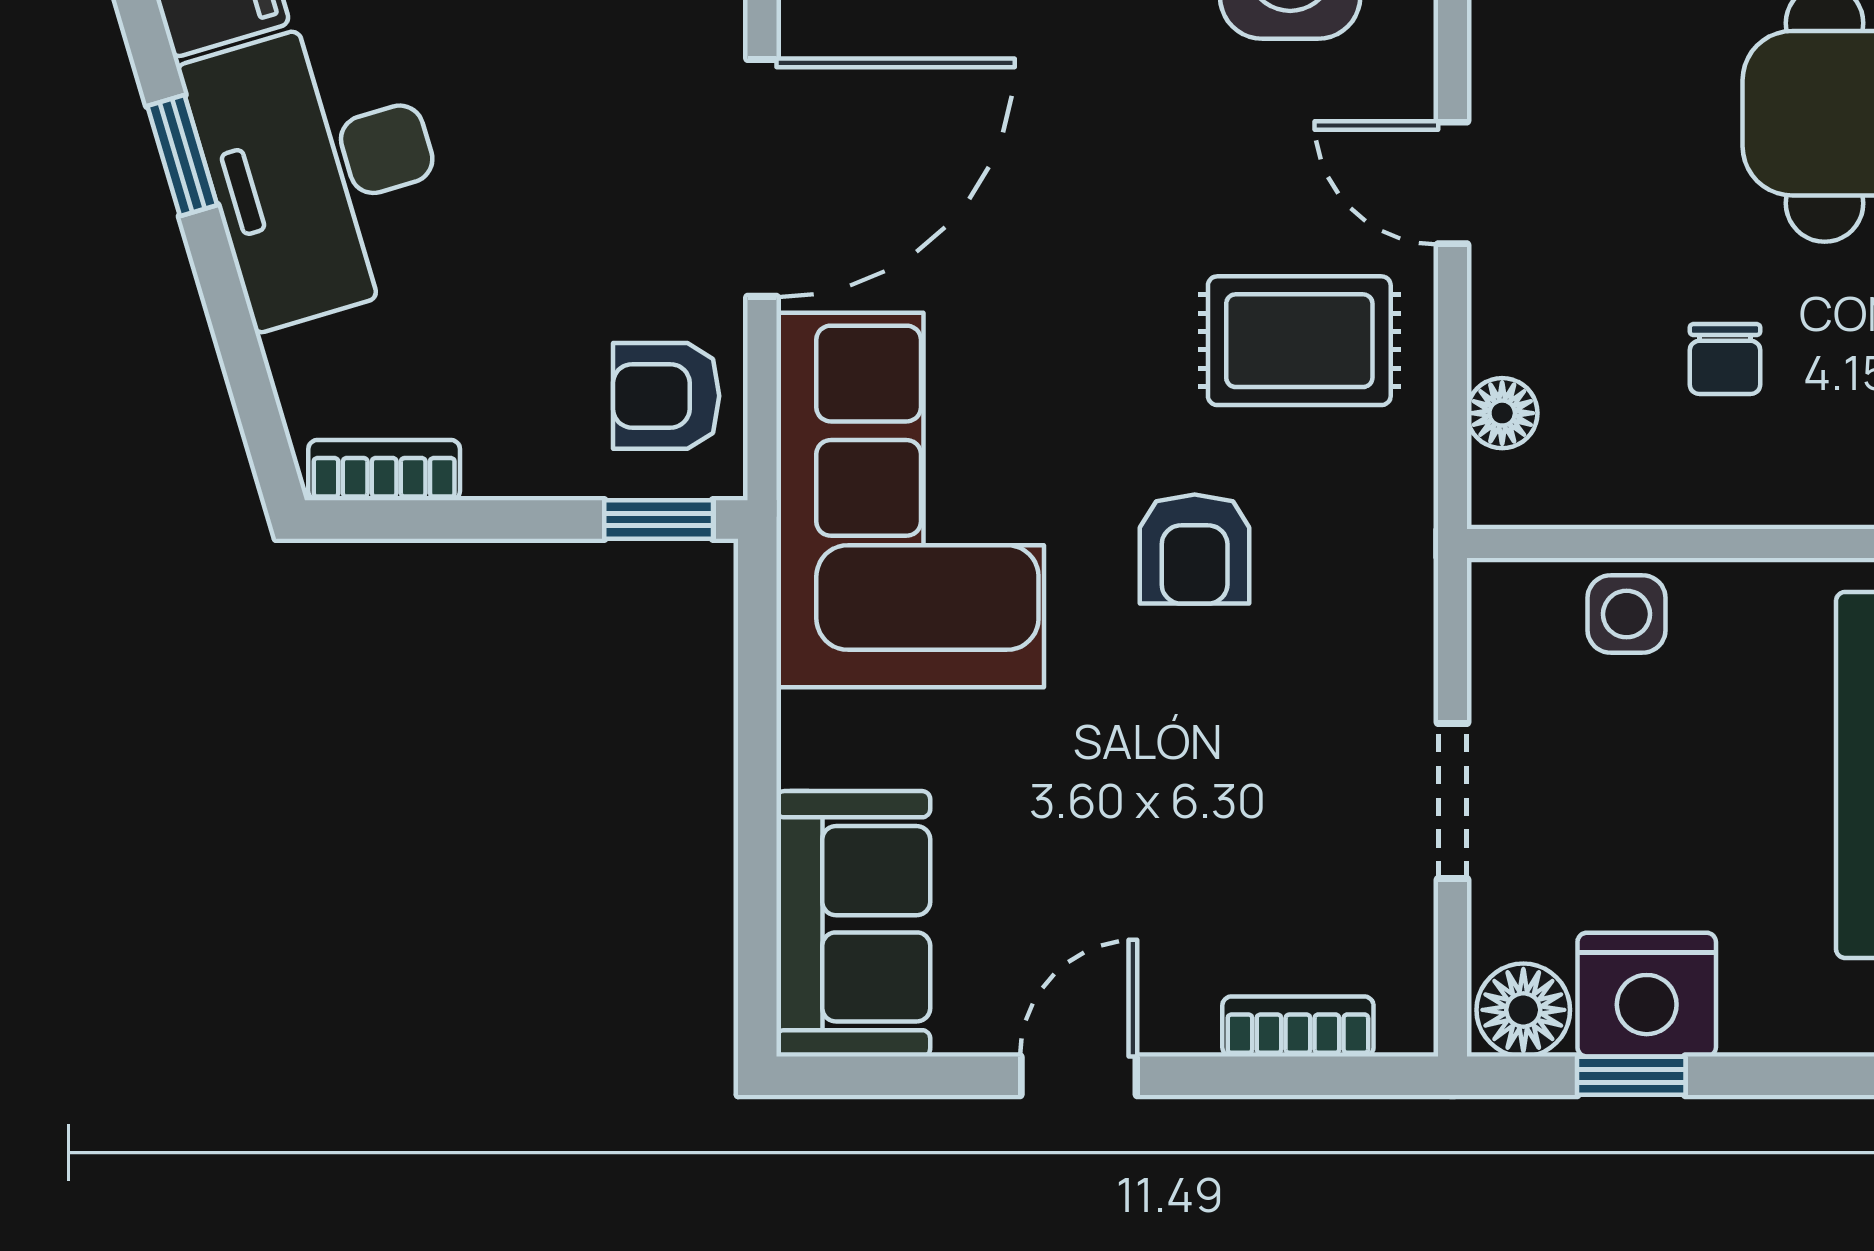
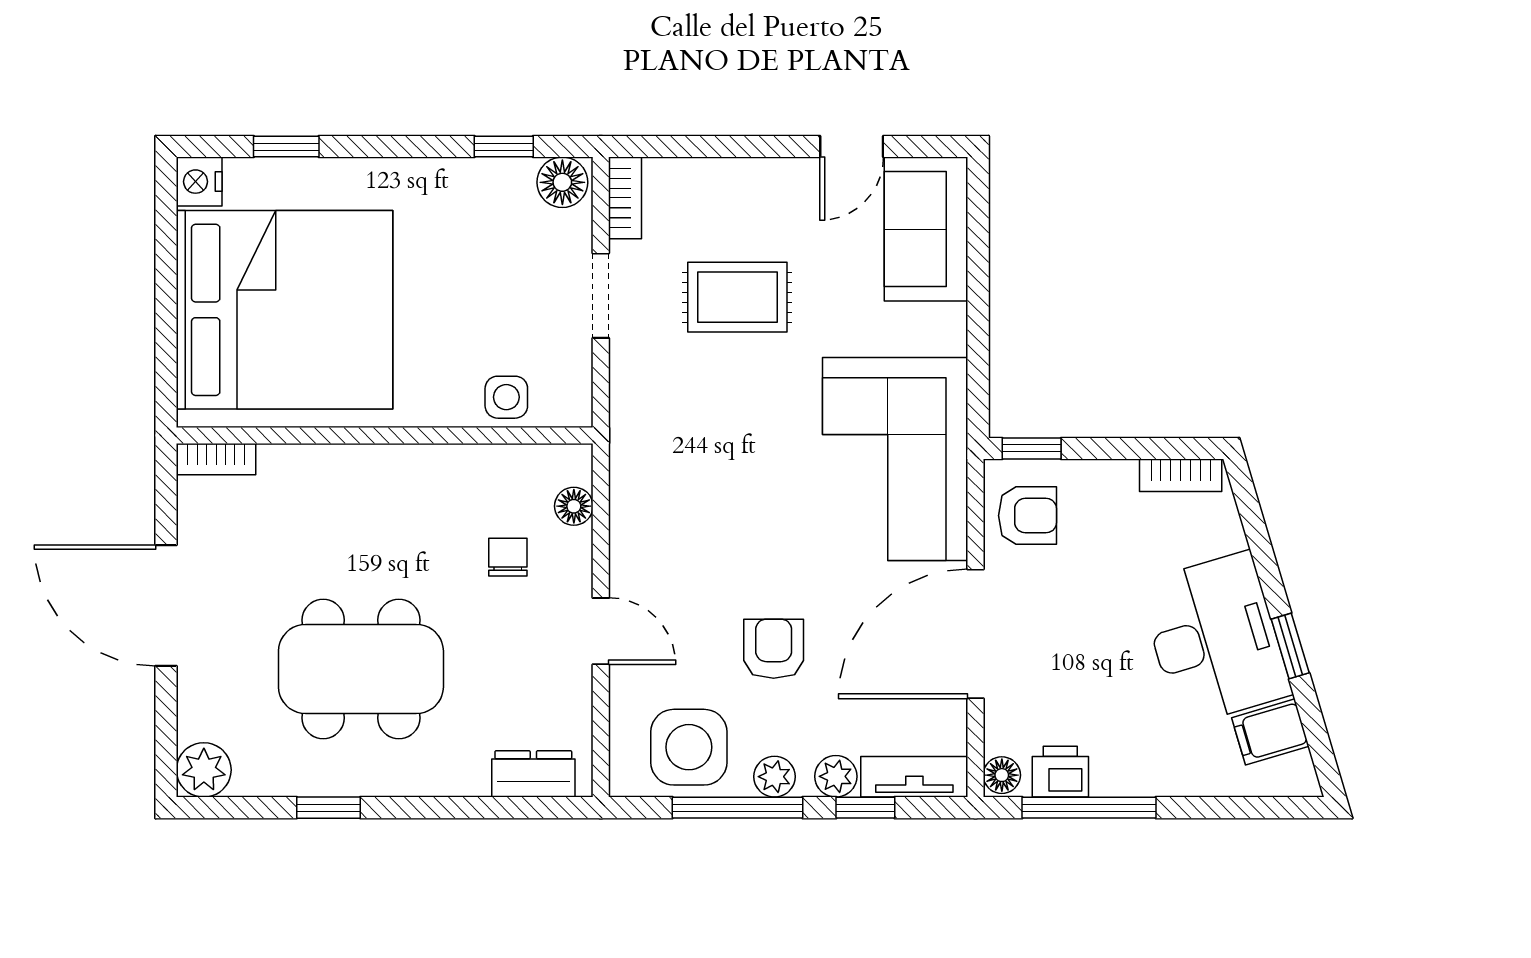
rug: (1299, 341) -> (737, 297), moved
chair: (1725, 359) -> (508, 557), moved
armchair: (1195, 549) -> (774, 649), moved
nightstand: (1647, 995) -> (495, 191), removed
bookcase: (1298, 1026) -> (625, 198), moved, turned -90
door: (1079, 1076) -> (852, 147), moved

